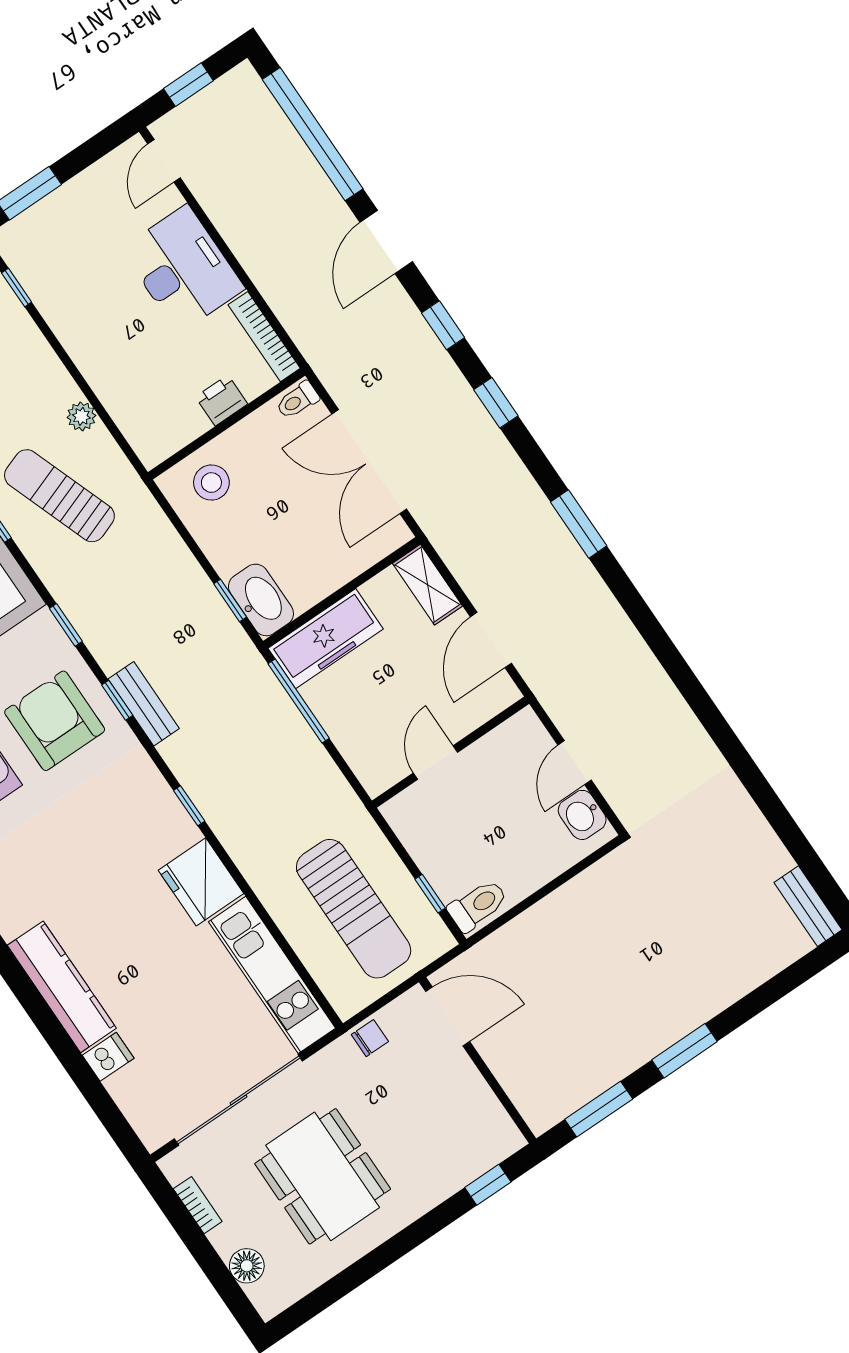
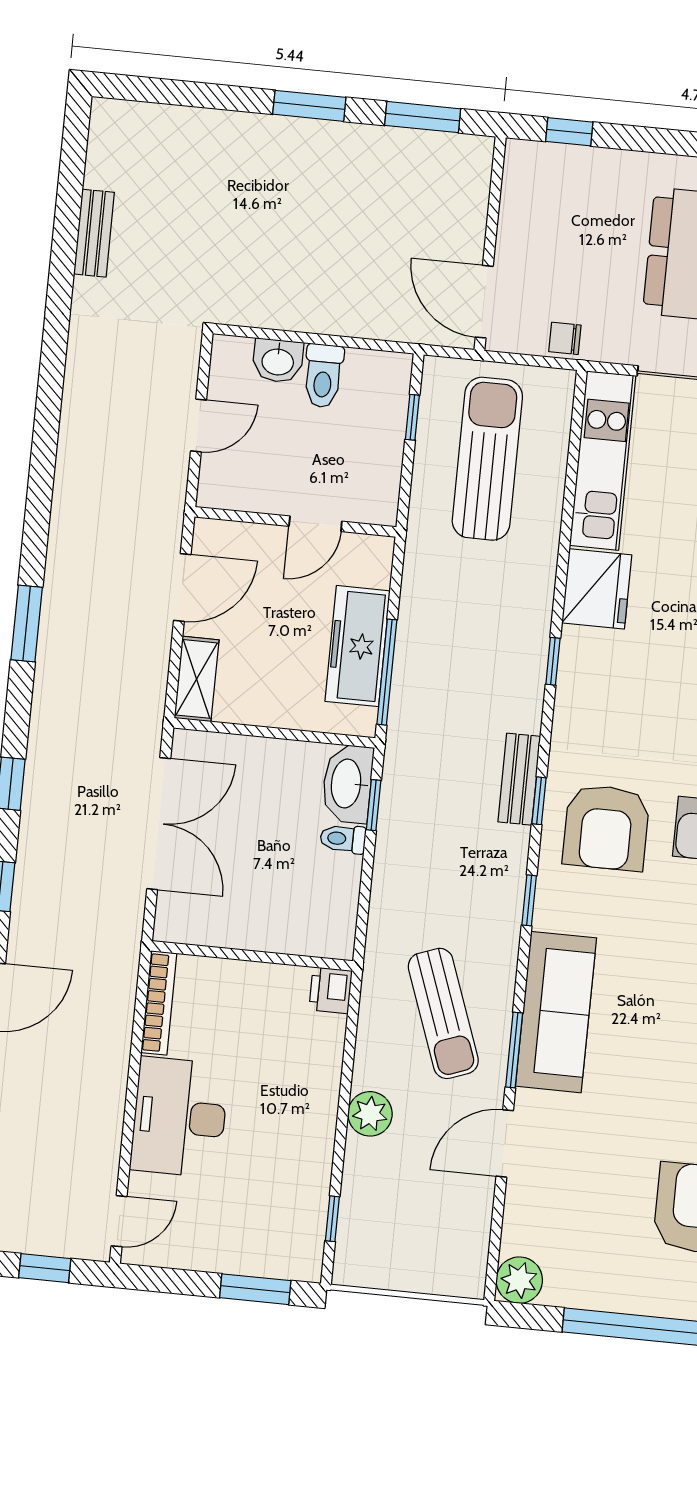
printer: (221, 400) -> (331, 990), moved, turned 90
toilet: (297, 400) -> (343, 839), moved, turned 180
plant: (81, 416) -> (370, 1114), moved, width x1.38, depth x1.38
stool: (211, 483) -> (306, 917), removed
freezer: (326, 639) -> (358, 646), moved, turned -90
washbasin: (582, 815) -> (278, 361), moved, turned 90
toilet: (478, 905) -> (323, 376), moved, turned -90
bench: (808, 906) -> (94, 233), moved

